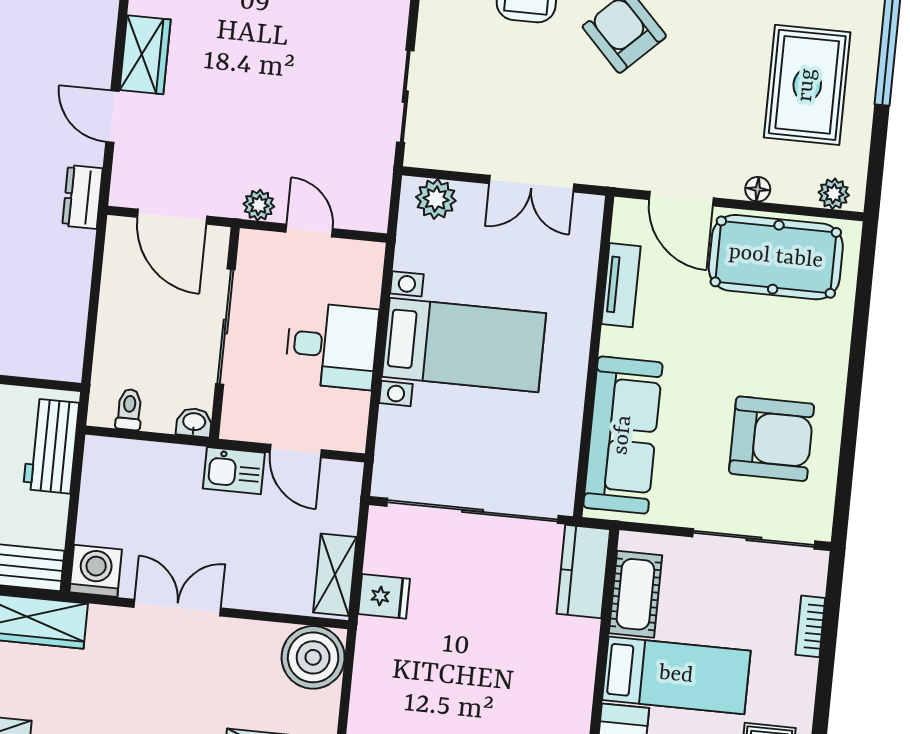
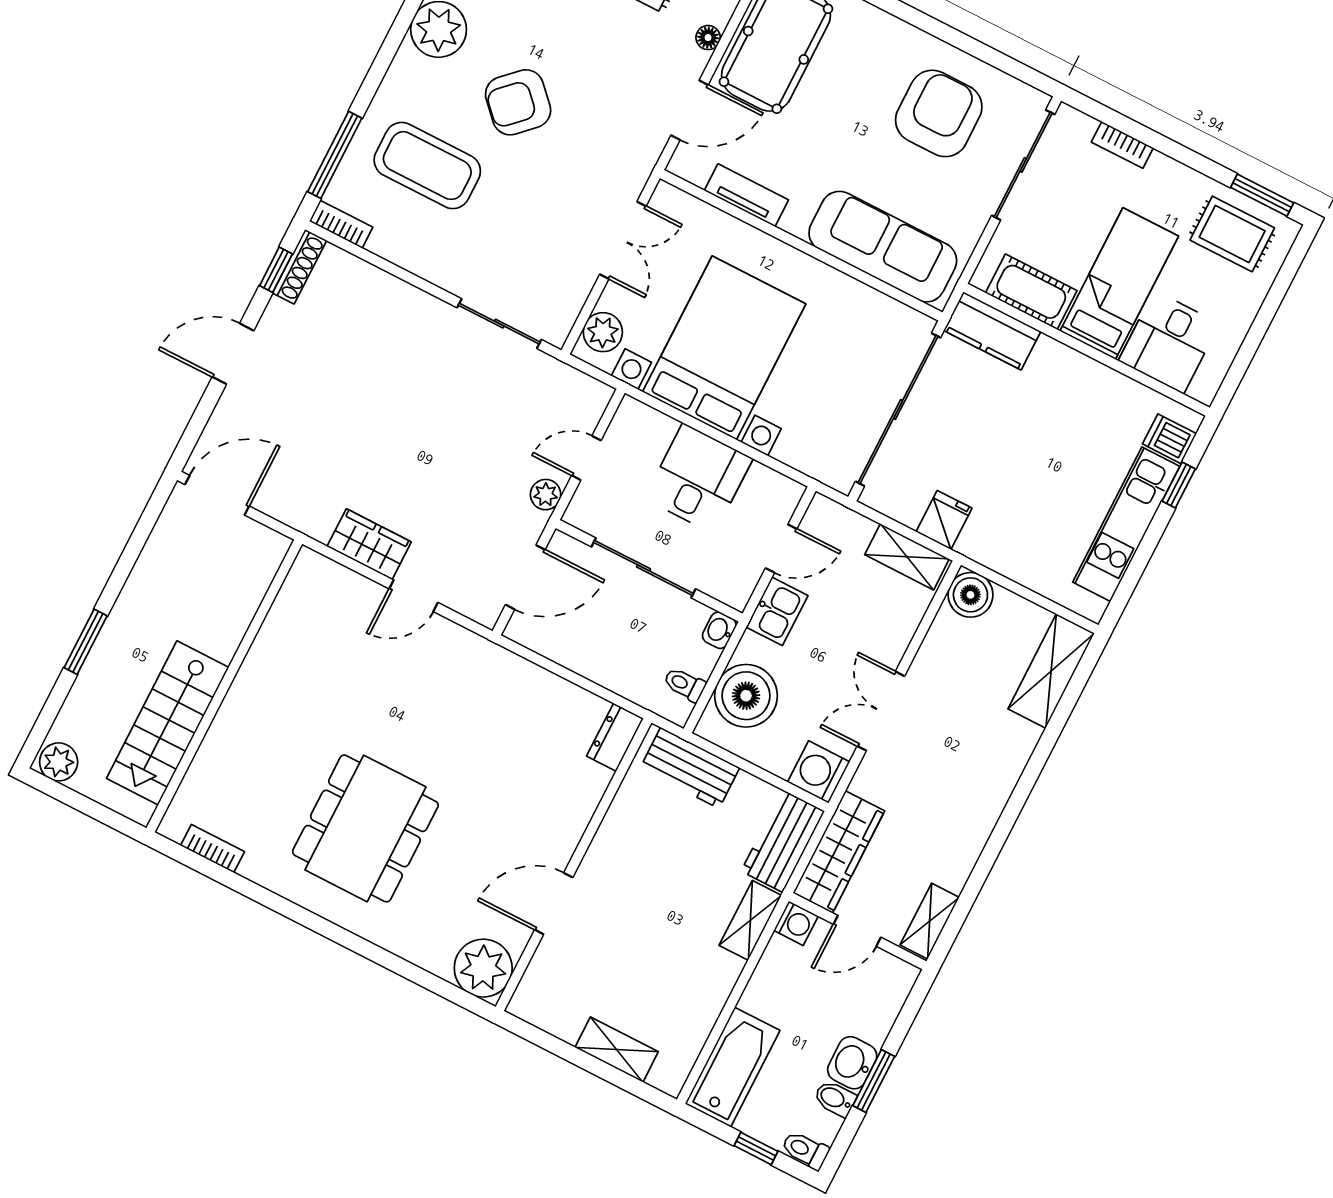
dresser: (82, 197) -> (615, 737), moved, turned 90
bed with nightstands: (464, 345) -> (724, 348), width x1.36
boiler: (141, 473) -> (746, 696), added
boiler: (313, 657) -> (970, 595), width x0.73, depth x0.73

